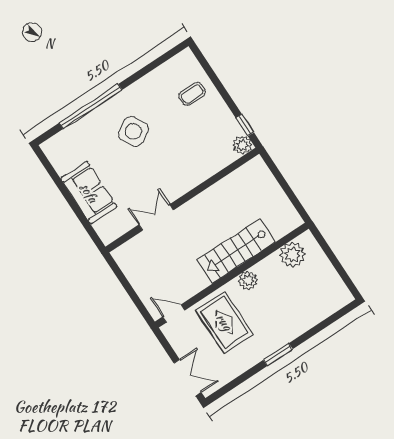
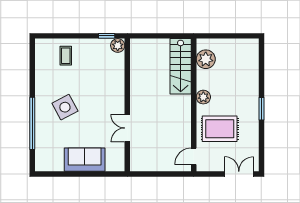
stairs: (236, 251) -> (181, 66), moved

